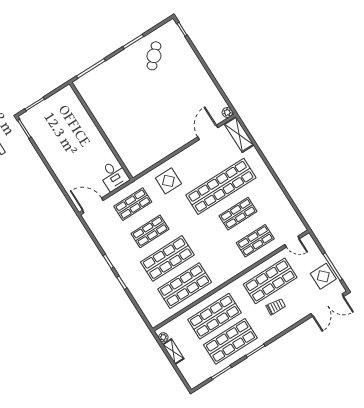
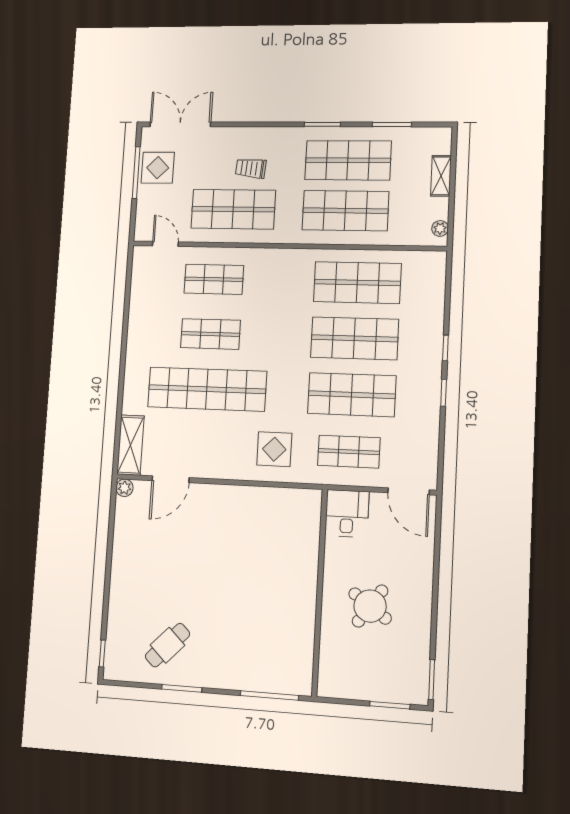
round table: (74, 141) -> (370, 606), added
shop shelf: (150, 231) -> (352, 395), width x1.43, depth x1.36
shelving: (173, 352) -> (441, 176), moved

